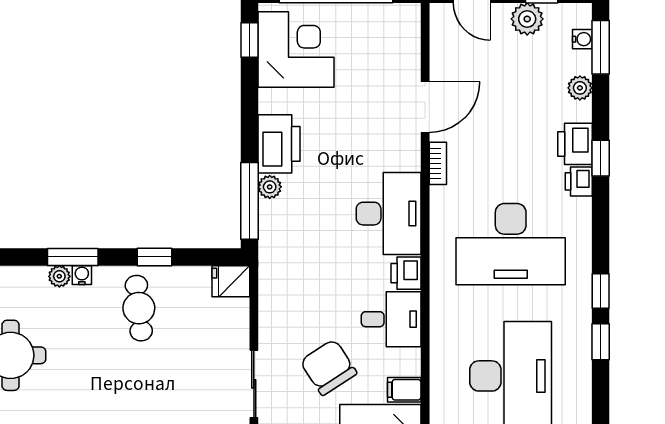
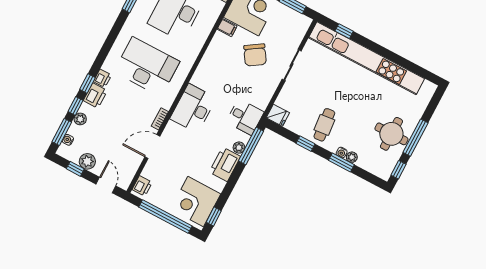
printer: (406, 273) -> (142, 186), moved
window: (601, 291) -> (76, 106), moved
desk: (391, 319) -> (245, 117), moved, turned 180

